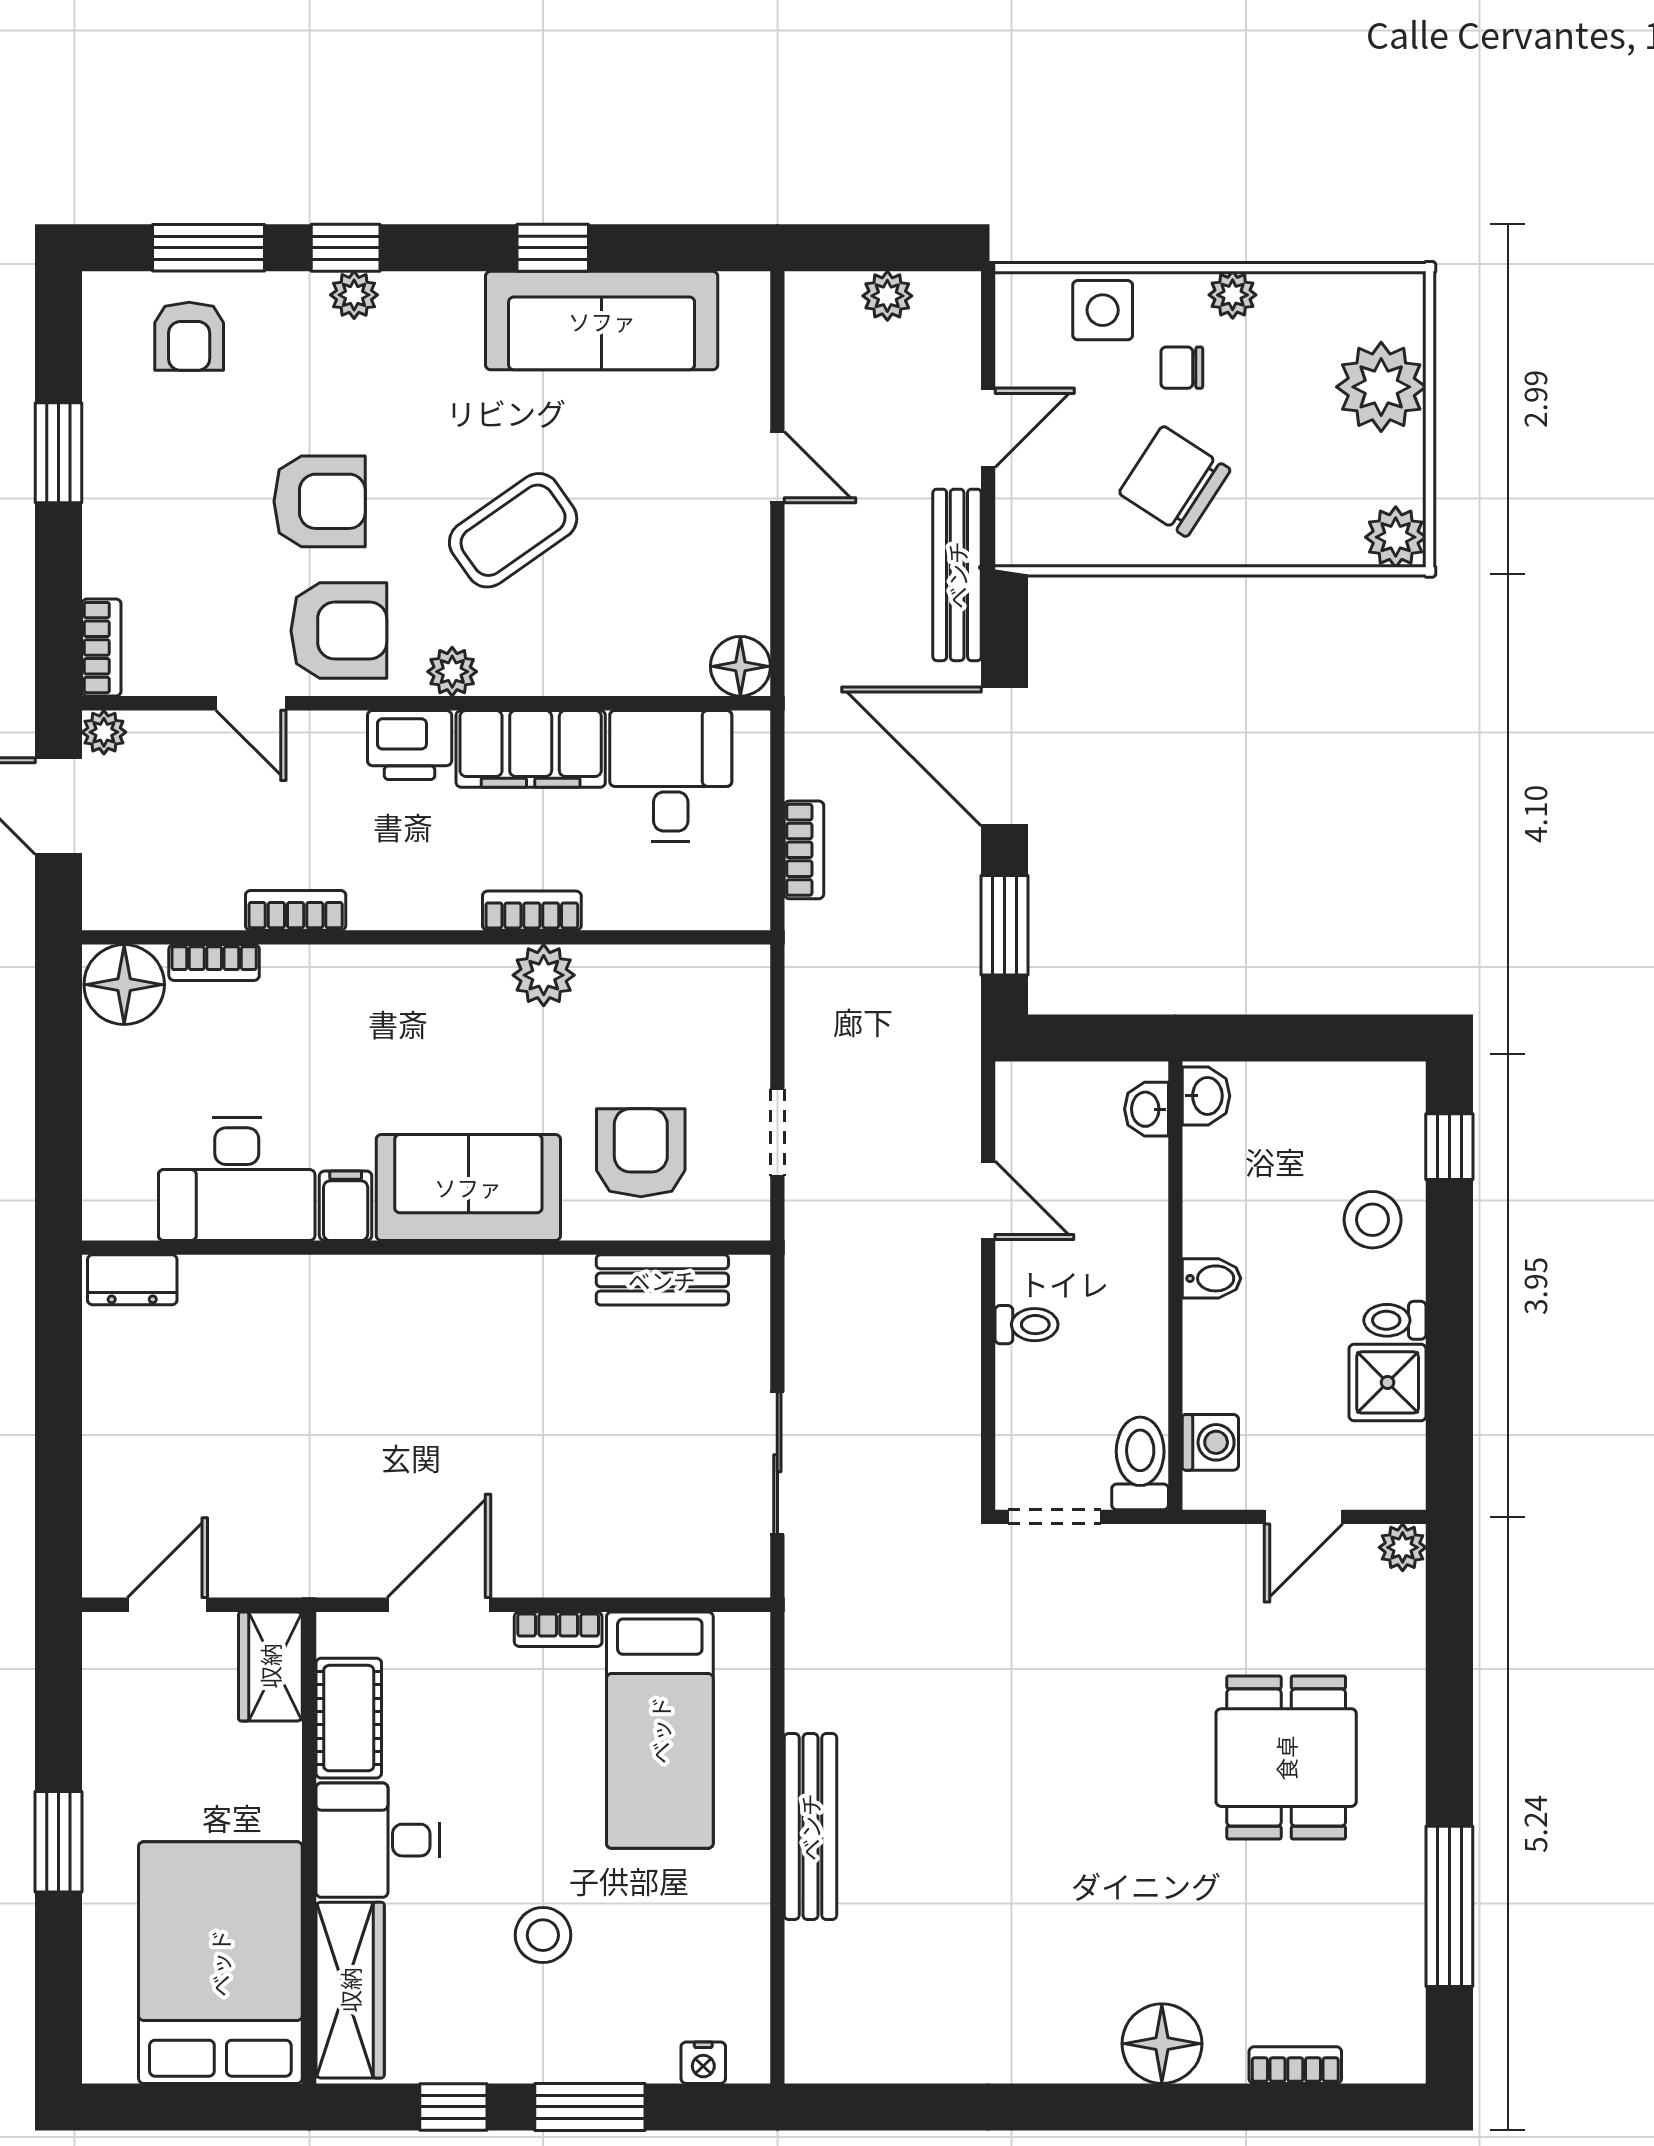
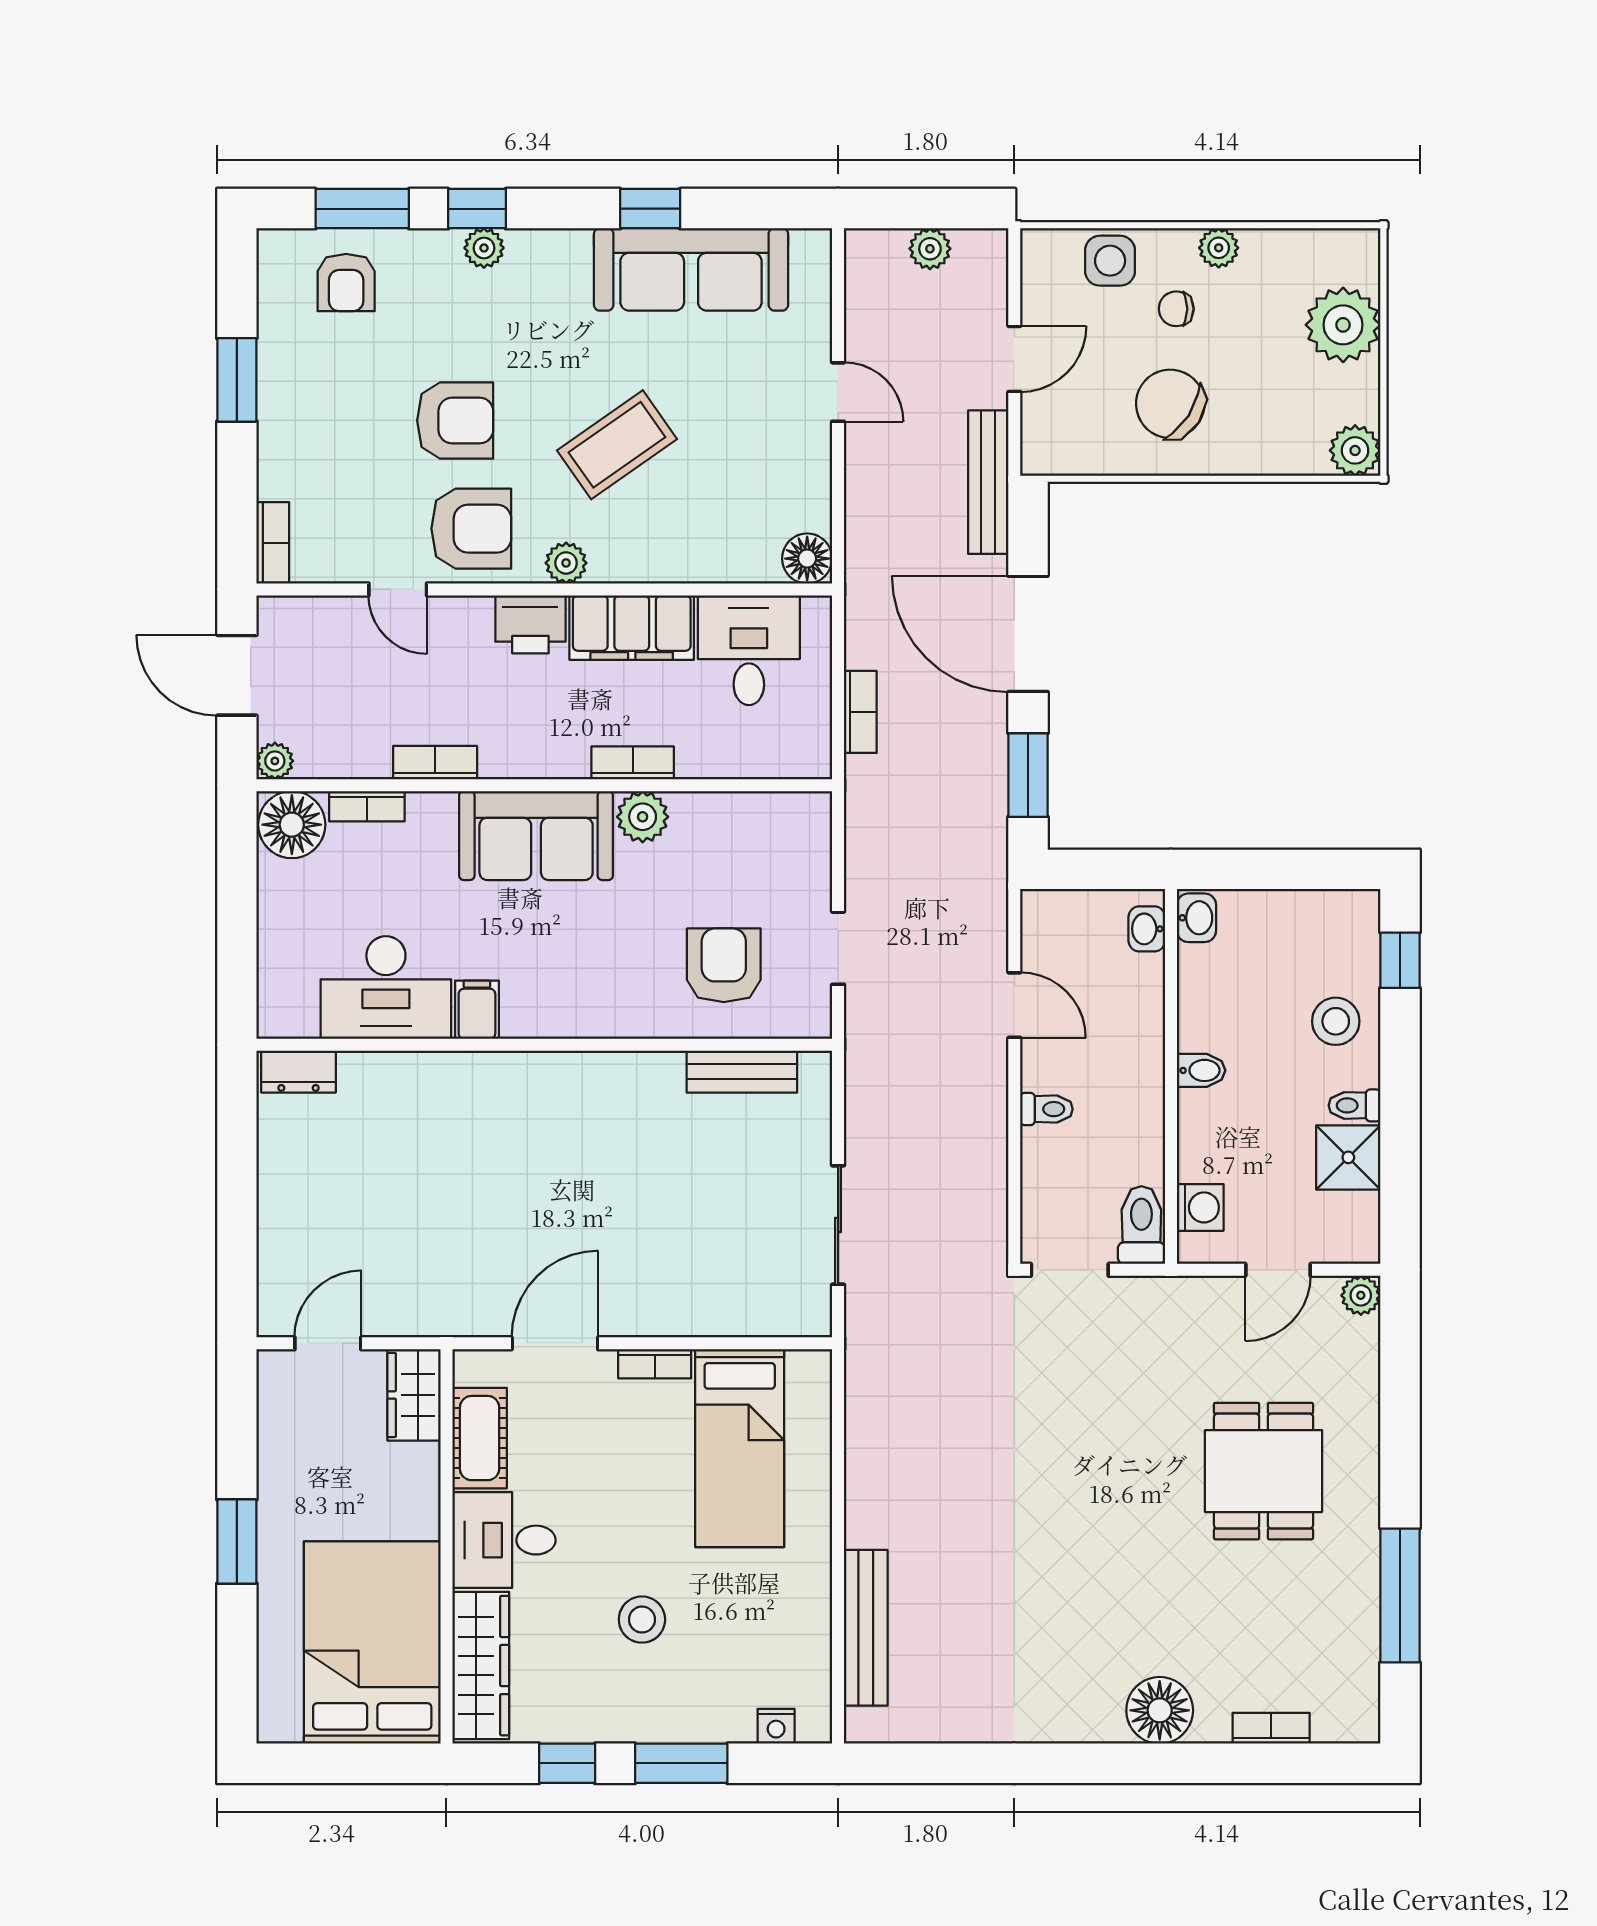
plant: (104, 732) -> (275, 761), moved
sofa: (468, 1187) -> (536, 836), moved, turned 180
bench: (810, 1827) -> (866, 1628), moved

